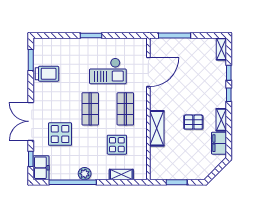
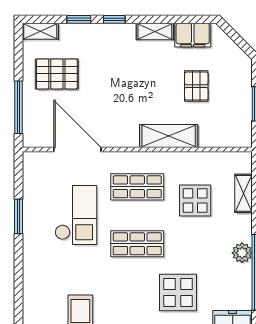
window: (91, 36) -> (19, 216), moved
pallet: (195, 59) -> (57, 74), added
pallet: (193, 122) -> (196, 86), moved

